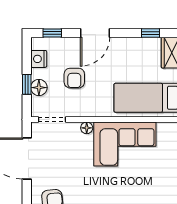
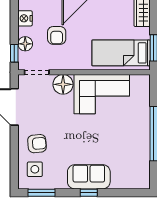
window: (27, 84) -> (14, 53), moved
floor lamp: (87, 128) -> (63, 84), width x1.89, depth x1.89

